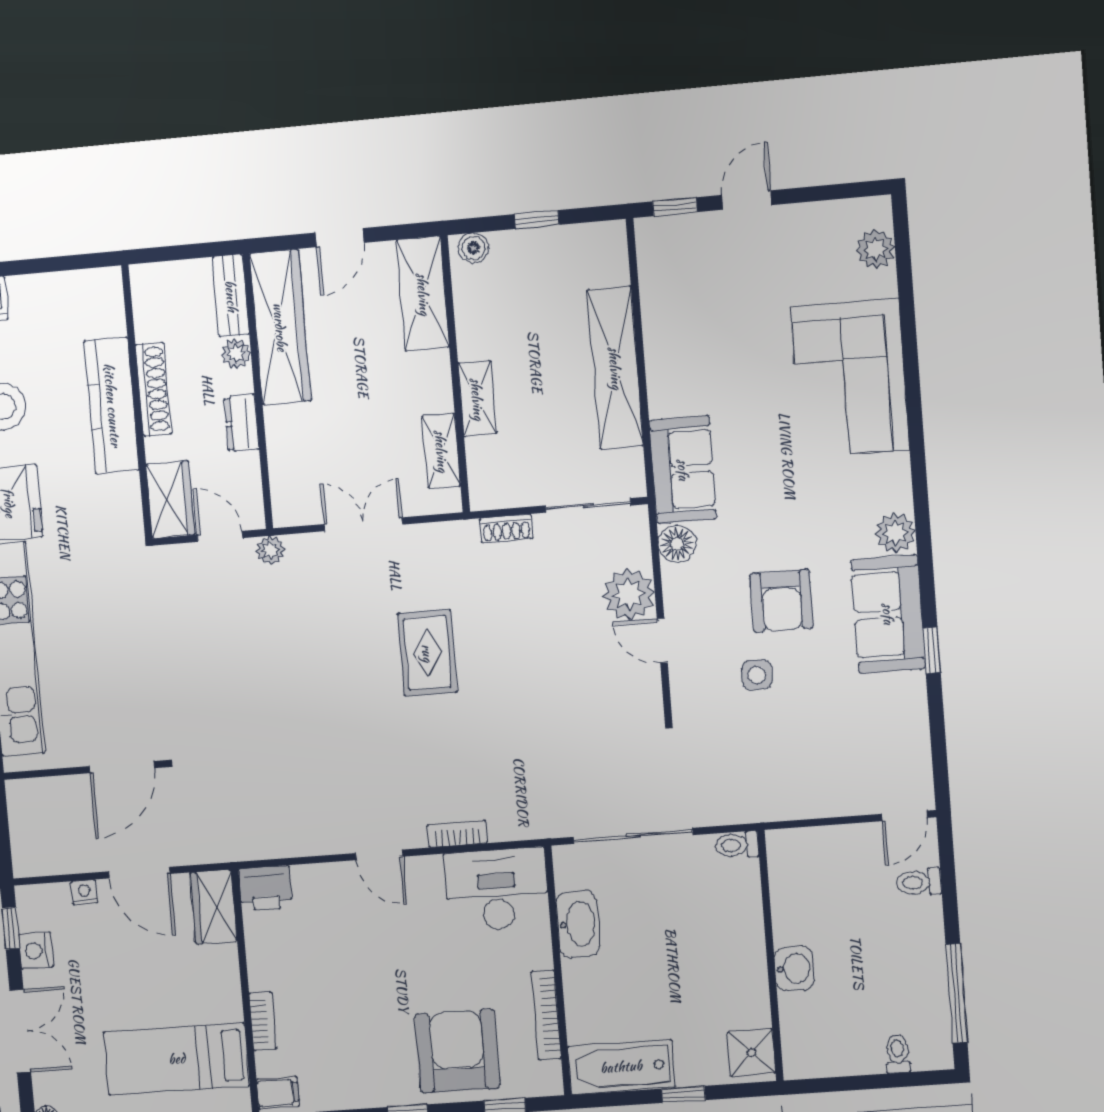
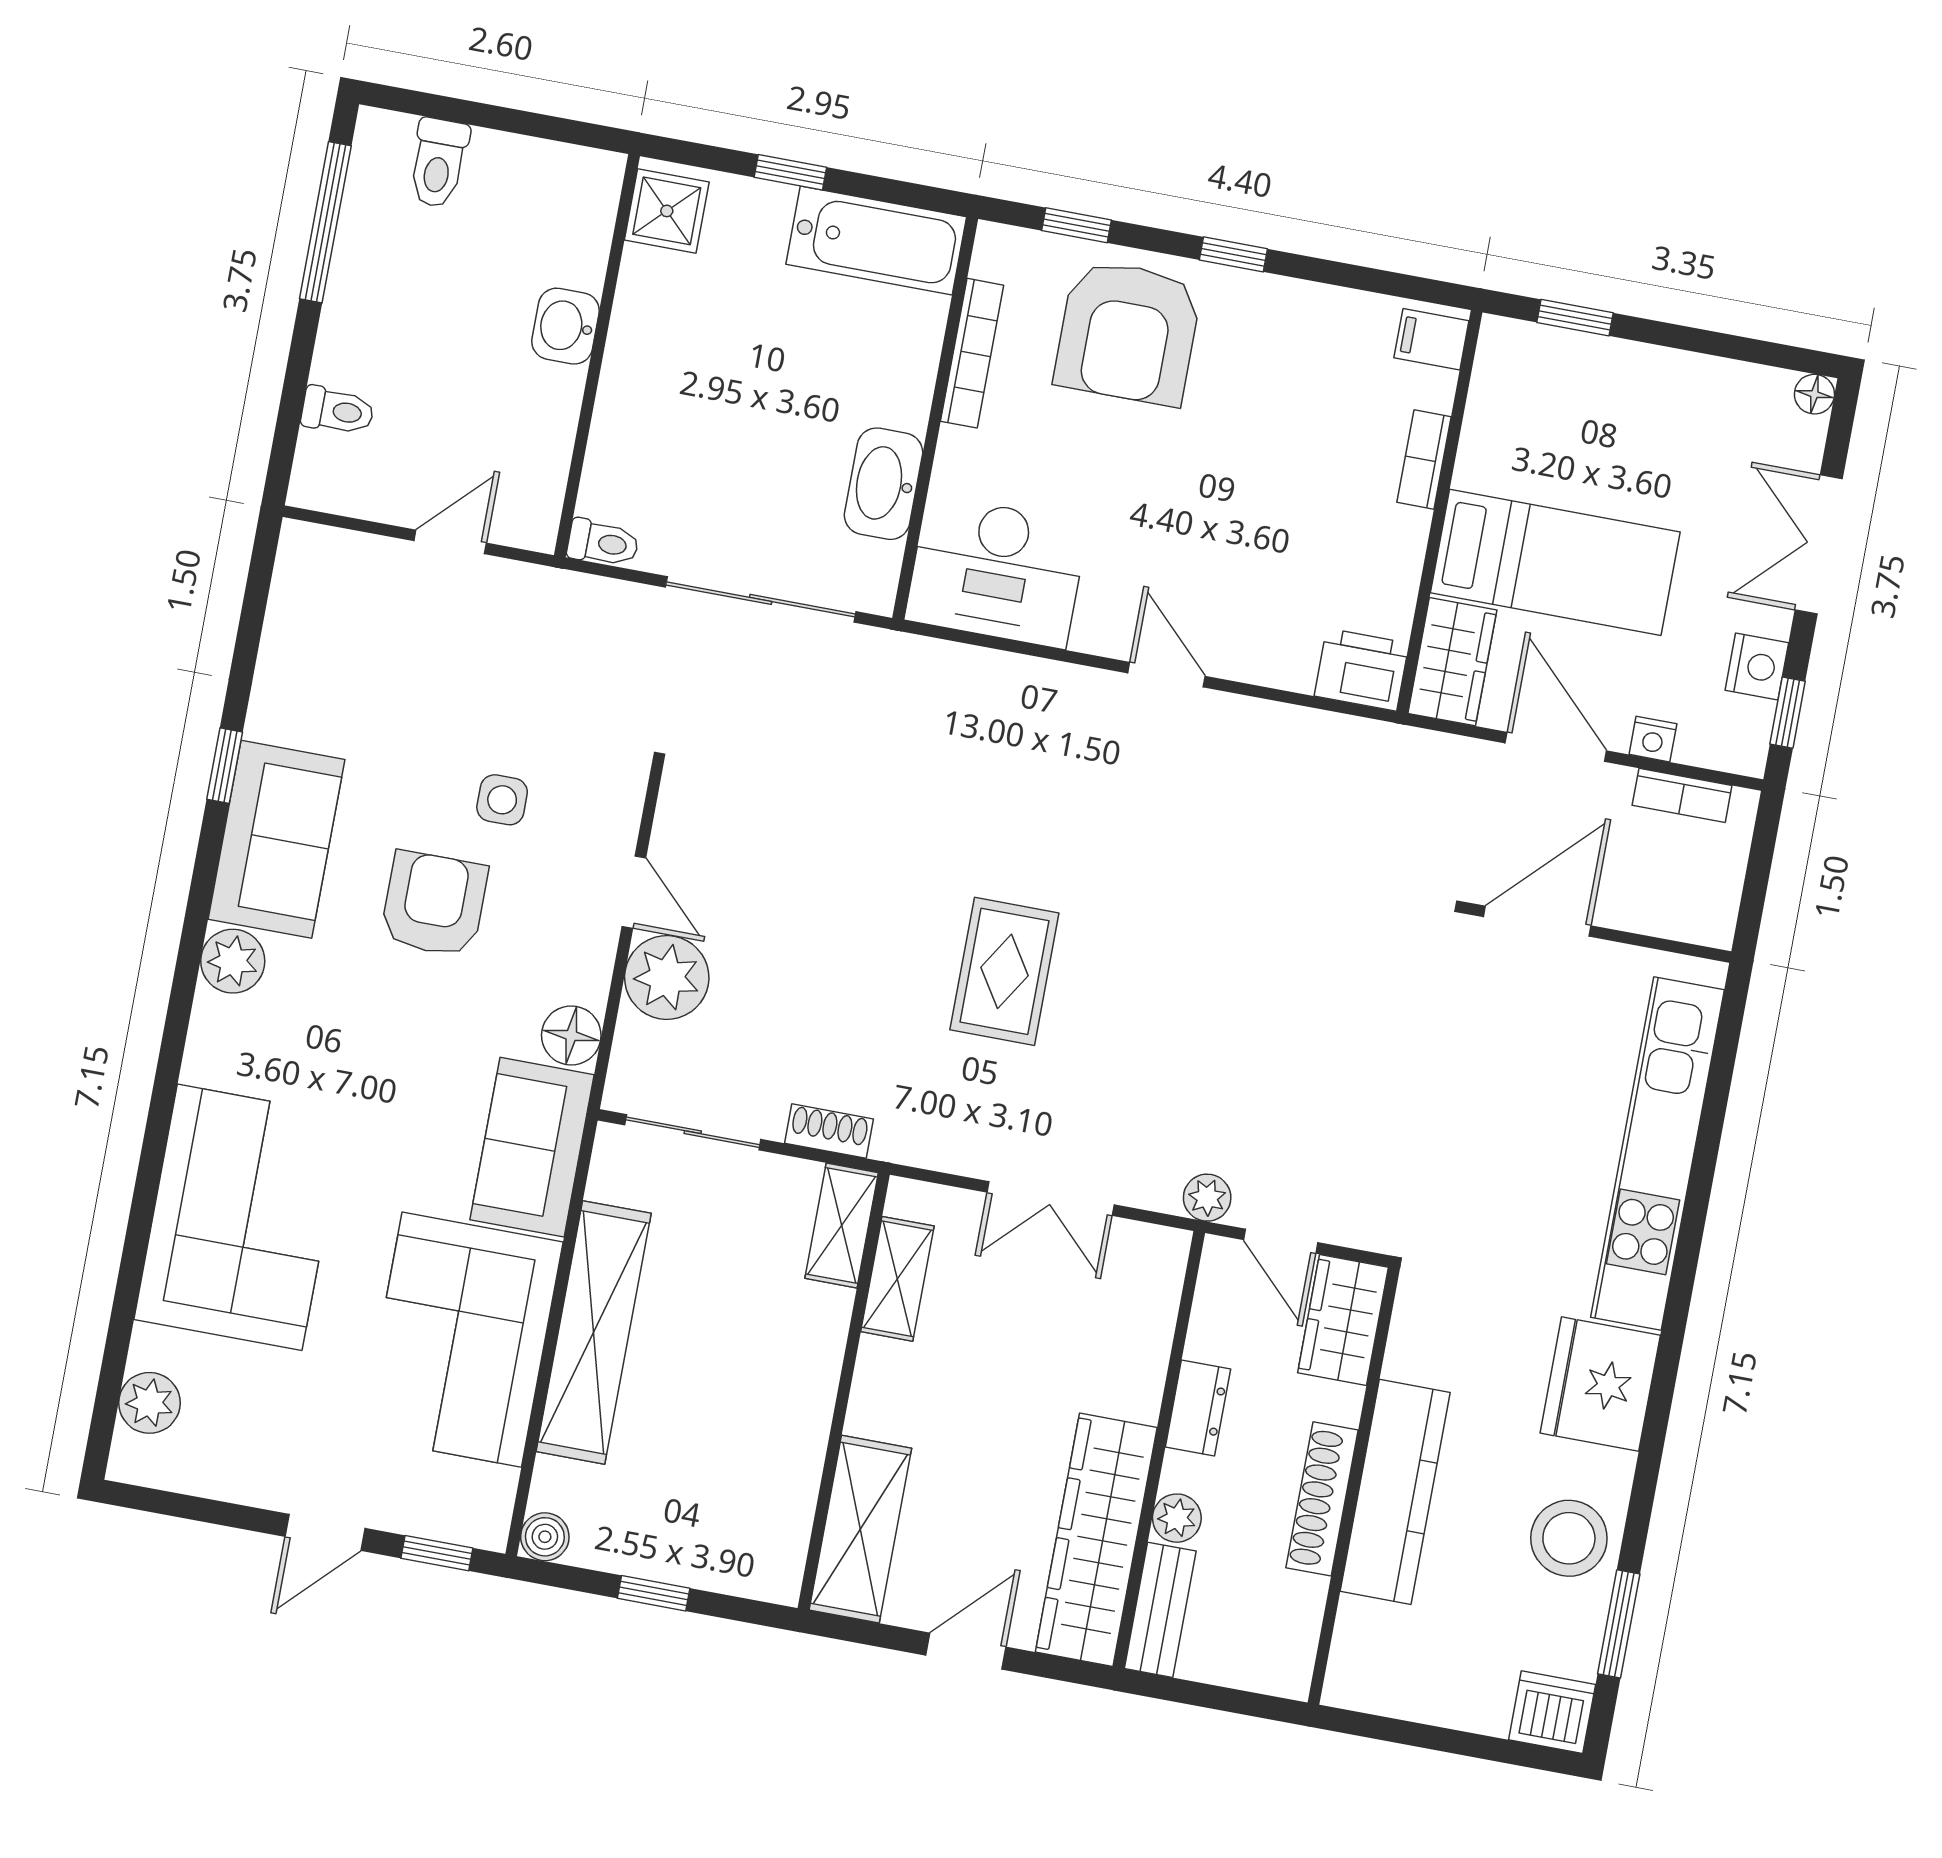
boiler: (473, 248) -> (545, 1537), moved
corner sofa: (694, 341) -> (462, 1340), added
shelving: (477, 399) -> (842, 1226), moved
door: (904, 816) -> (450, 542), moved
bookcase: (457, 834) -> (1682, 795), moved
toilet: (898, 1054) -> (438, 163), width x1.37, depth x1.39
bed: (177, 1059) -> (1555, 562), moved

